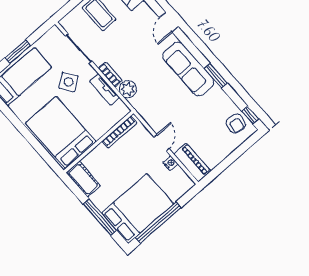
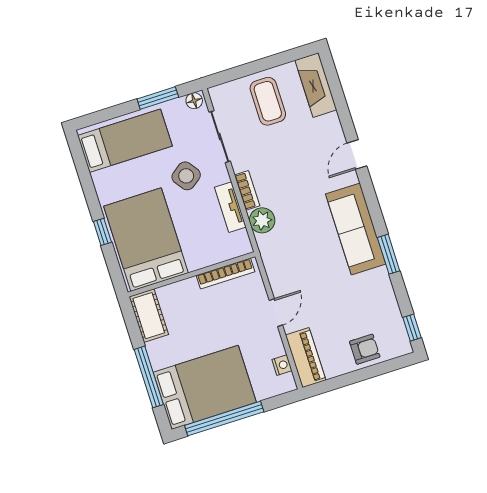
floor lamp: (53, 33) -> (194, 101), added
window: (18, 52) -> (158, 98), moved
armchair: (236, 124) -> (365, 349), moved, turned -100
window: (32, 140) -> (102, 232), added
nightstand: (170, 163) -> (282, 365), moved

